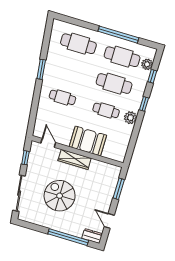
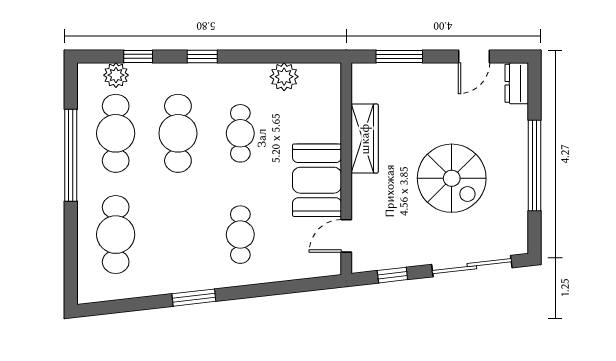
plant: (130, 118) -> (284, 77), moved
booth: (88, 141) -> (317, 180), moved
wardrobe: (75, 159) -> (365, 139), moved
spiral stairs: (60, 196) -> (452, 178), turned -90
window: (68, 237) -> (535, 166), moved

